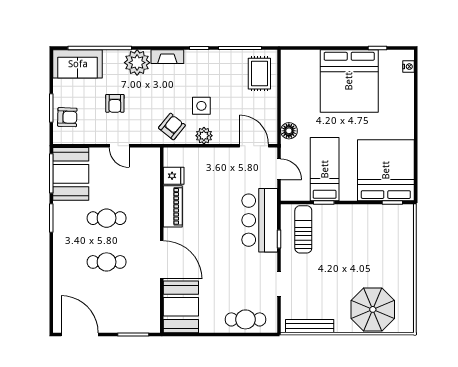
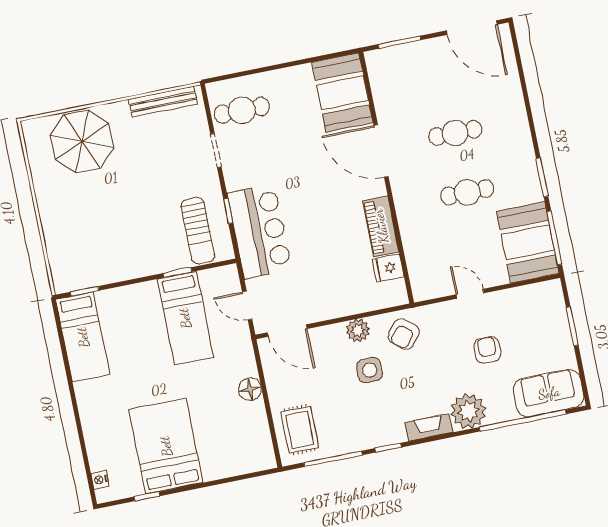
bed: (349, 81) -> (166, 446), width x0.73
armchair: (67, 117) -> (548, 318), removed
floor lamp: (289, 131) -> (250, 389), moved
bed: (386, 170) -> (83, 337), width x0.49
cafe table: (245, 319) -> (242, 110), moved

